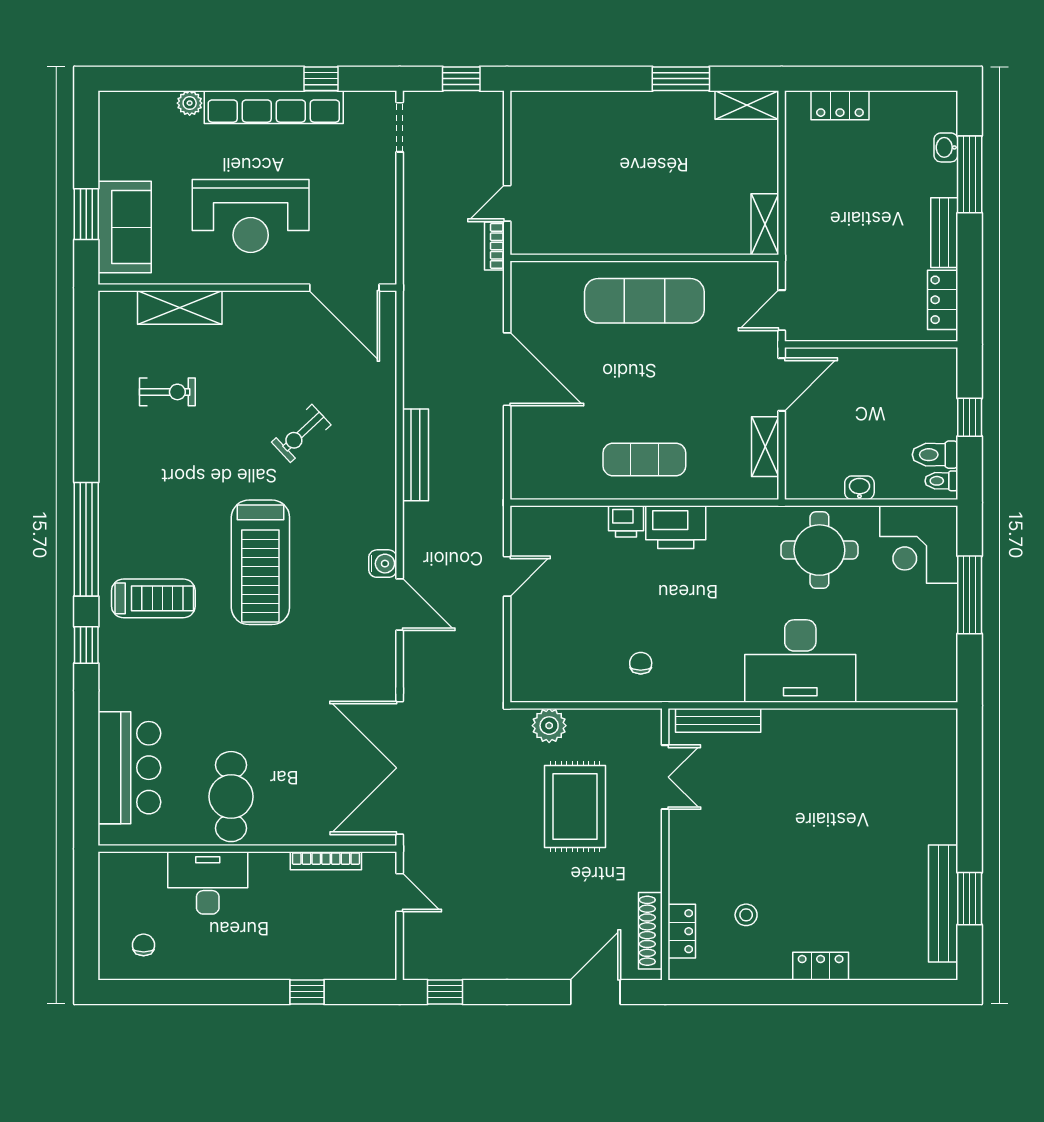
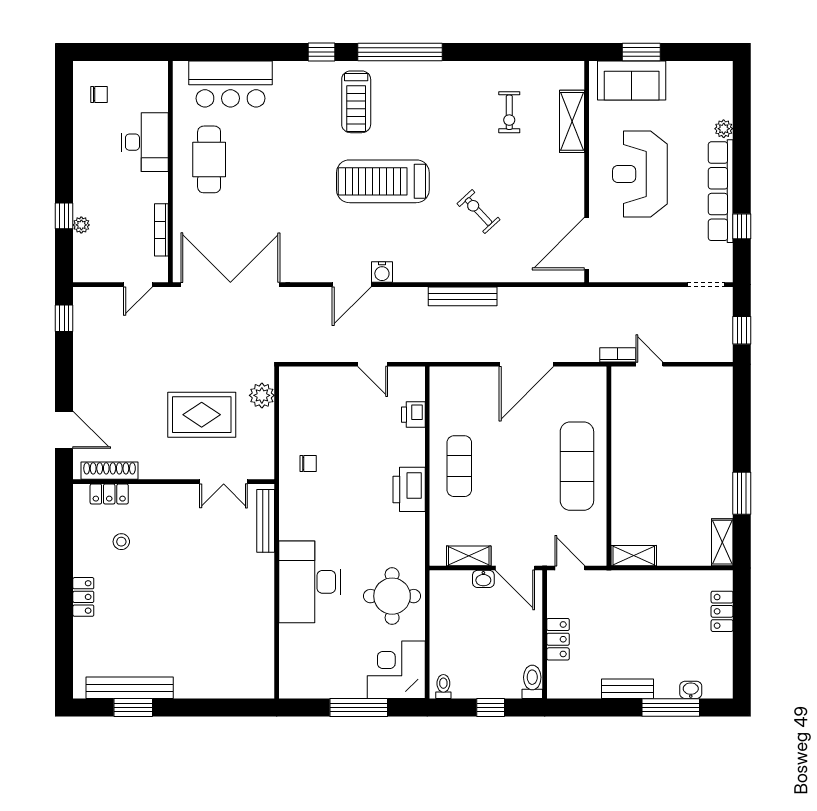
locker: (943, 300) -> (558, 639), moved, turned 90
toilet: (935, 455) -> (532, 682), moved
washbasin: (859, 488) -> (483, 579), moved, turned 90
printer: (626, 521) -> (413, 415), moved
cafe table: (231, 797) -> (209, 159), turned 90
plant: (319, 969) -> (81, 225), added

